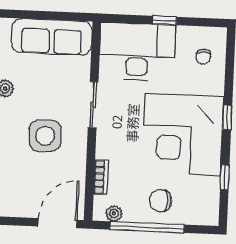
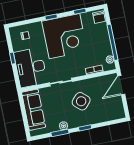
side table: (45, 136) -> (81, 101), turned 45
chair: (160, 201) -> (99, 17), moved
door: (58, 223) -> (121, 85), hinge flipped

